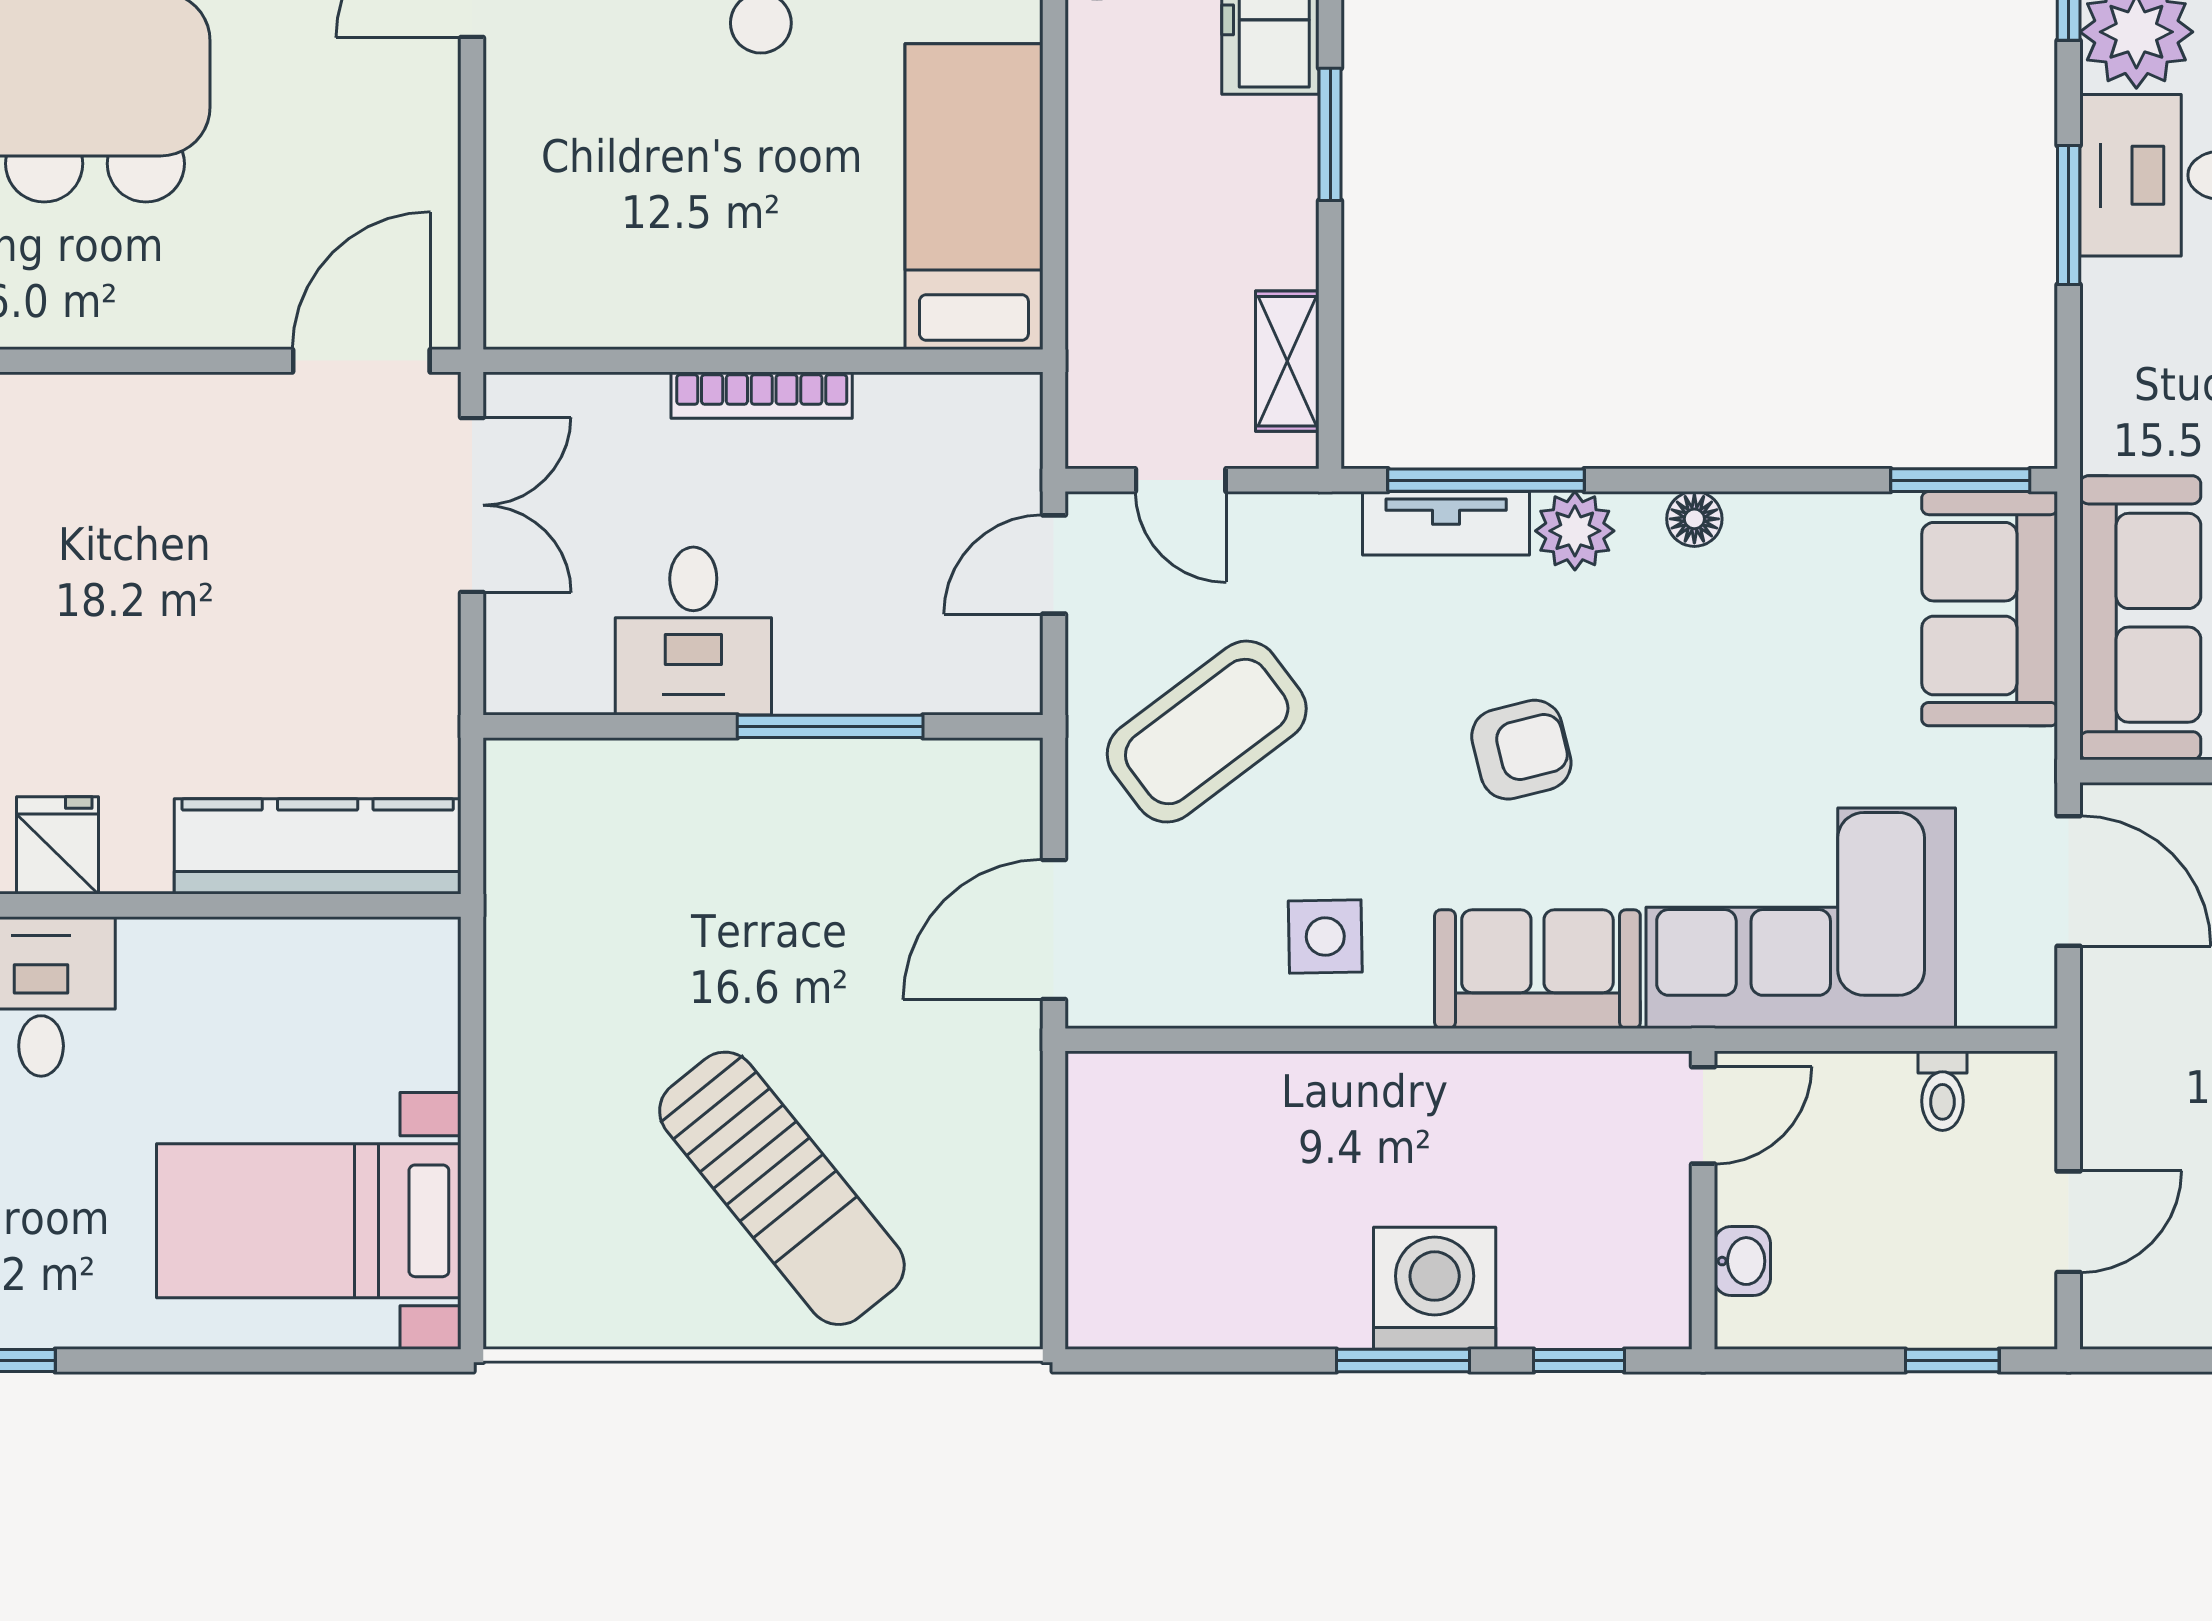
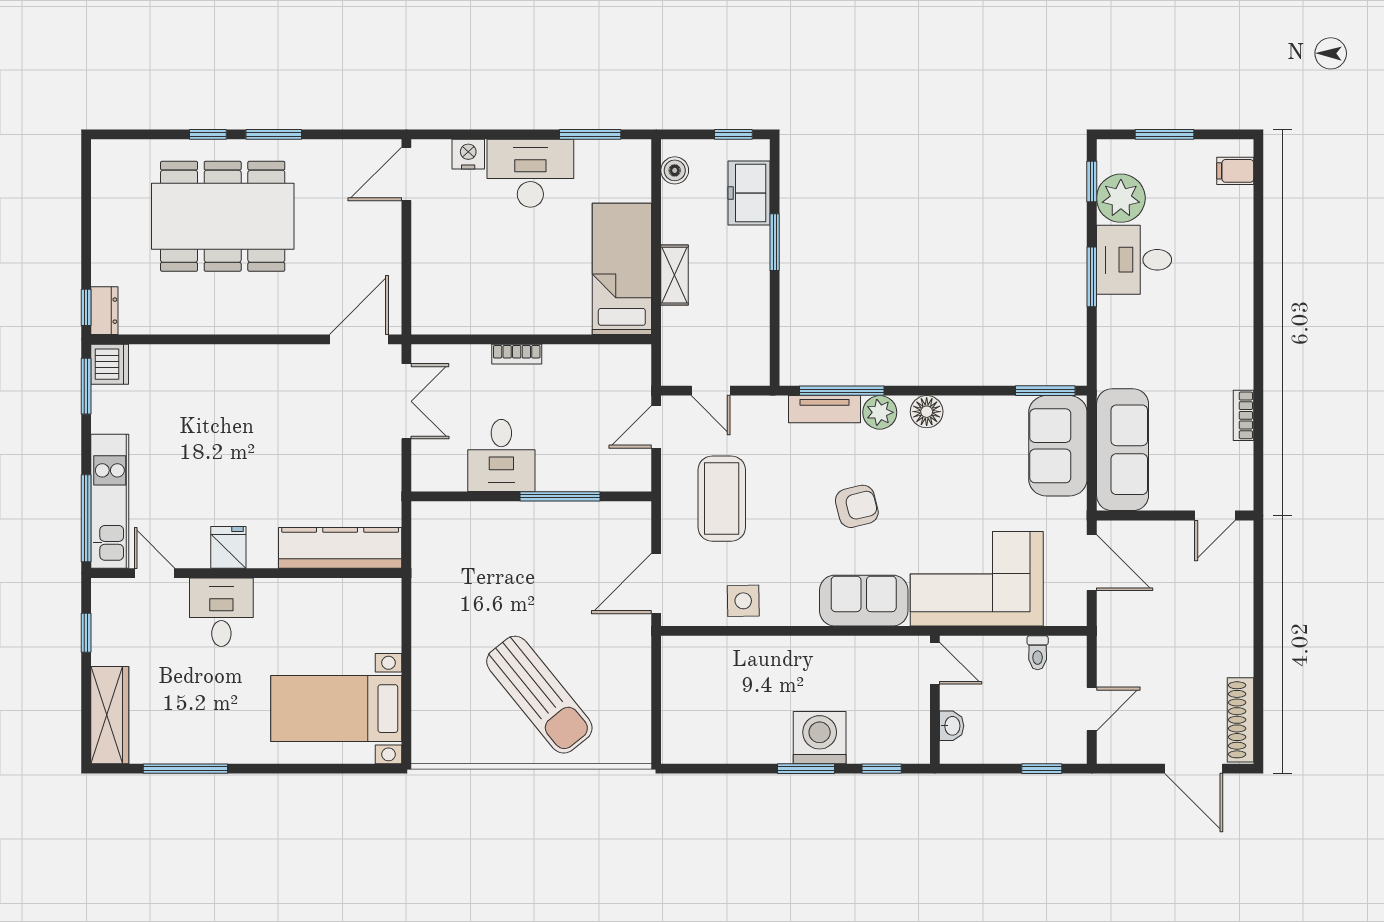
shelving: (1287, 361) -> (675, 275), moved
bookcase: (762, 395) -> (517, 354), width x0.64
floor lamp: (1694, 519) -> (927, 412), width x1.37, depth x1.37
coffee table: (1207, 732) -> (722, 499), turned -53
side table: (1325, 936) -> (743, 601), moved
door: (1703, 1115) -> (935, 663), hinge flipped

